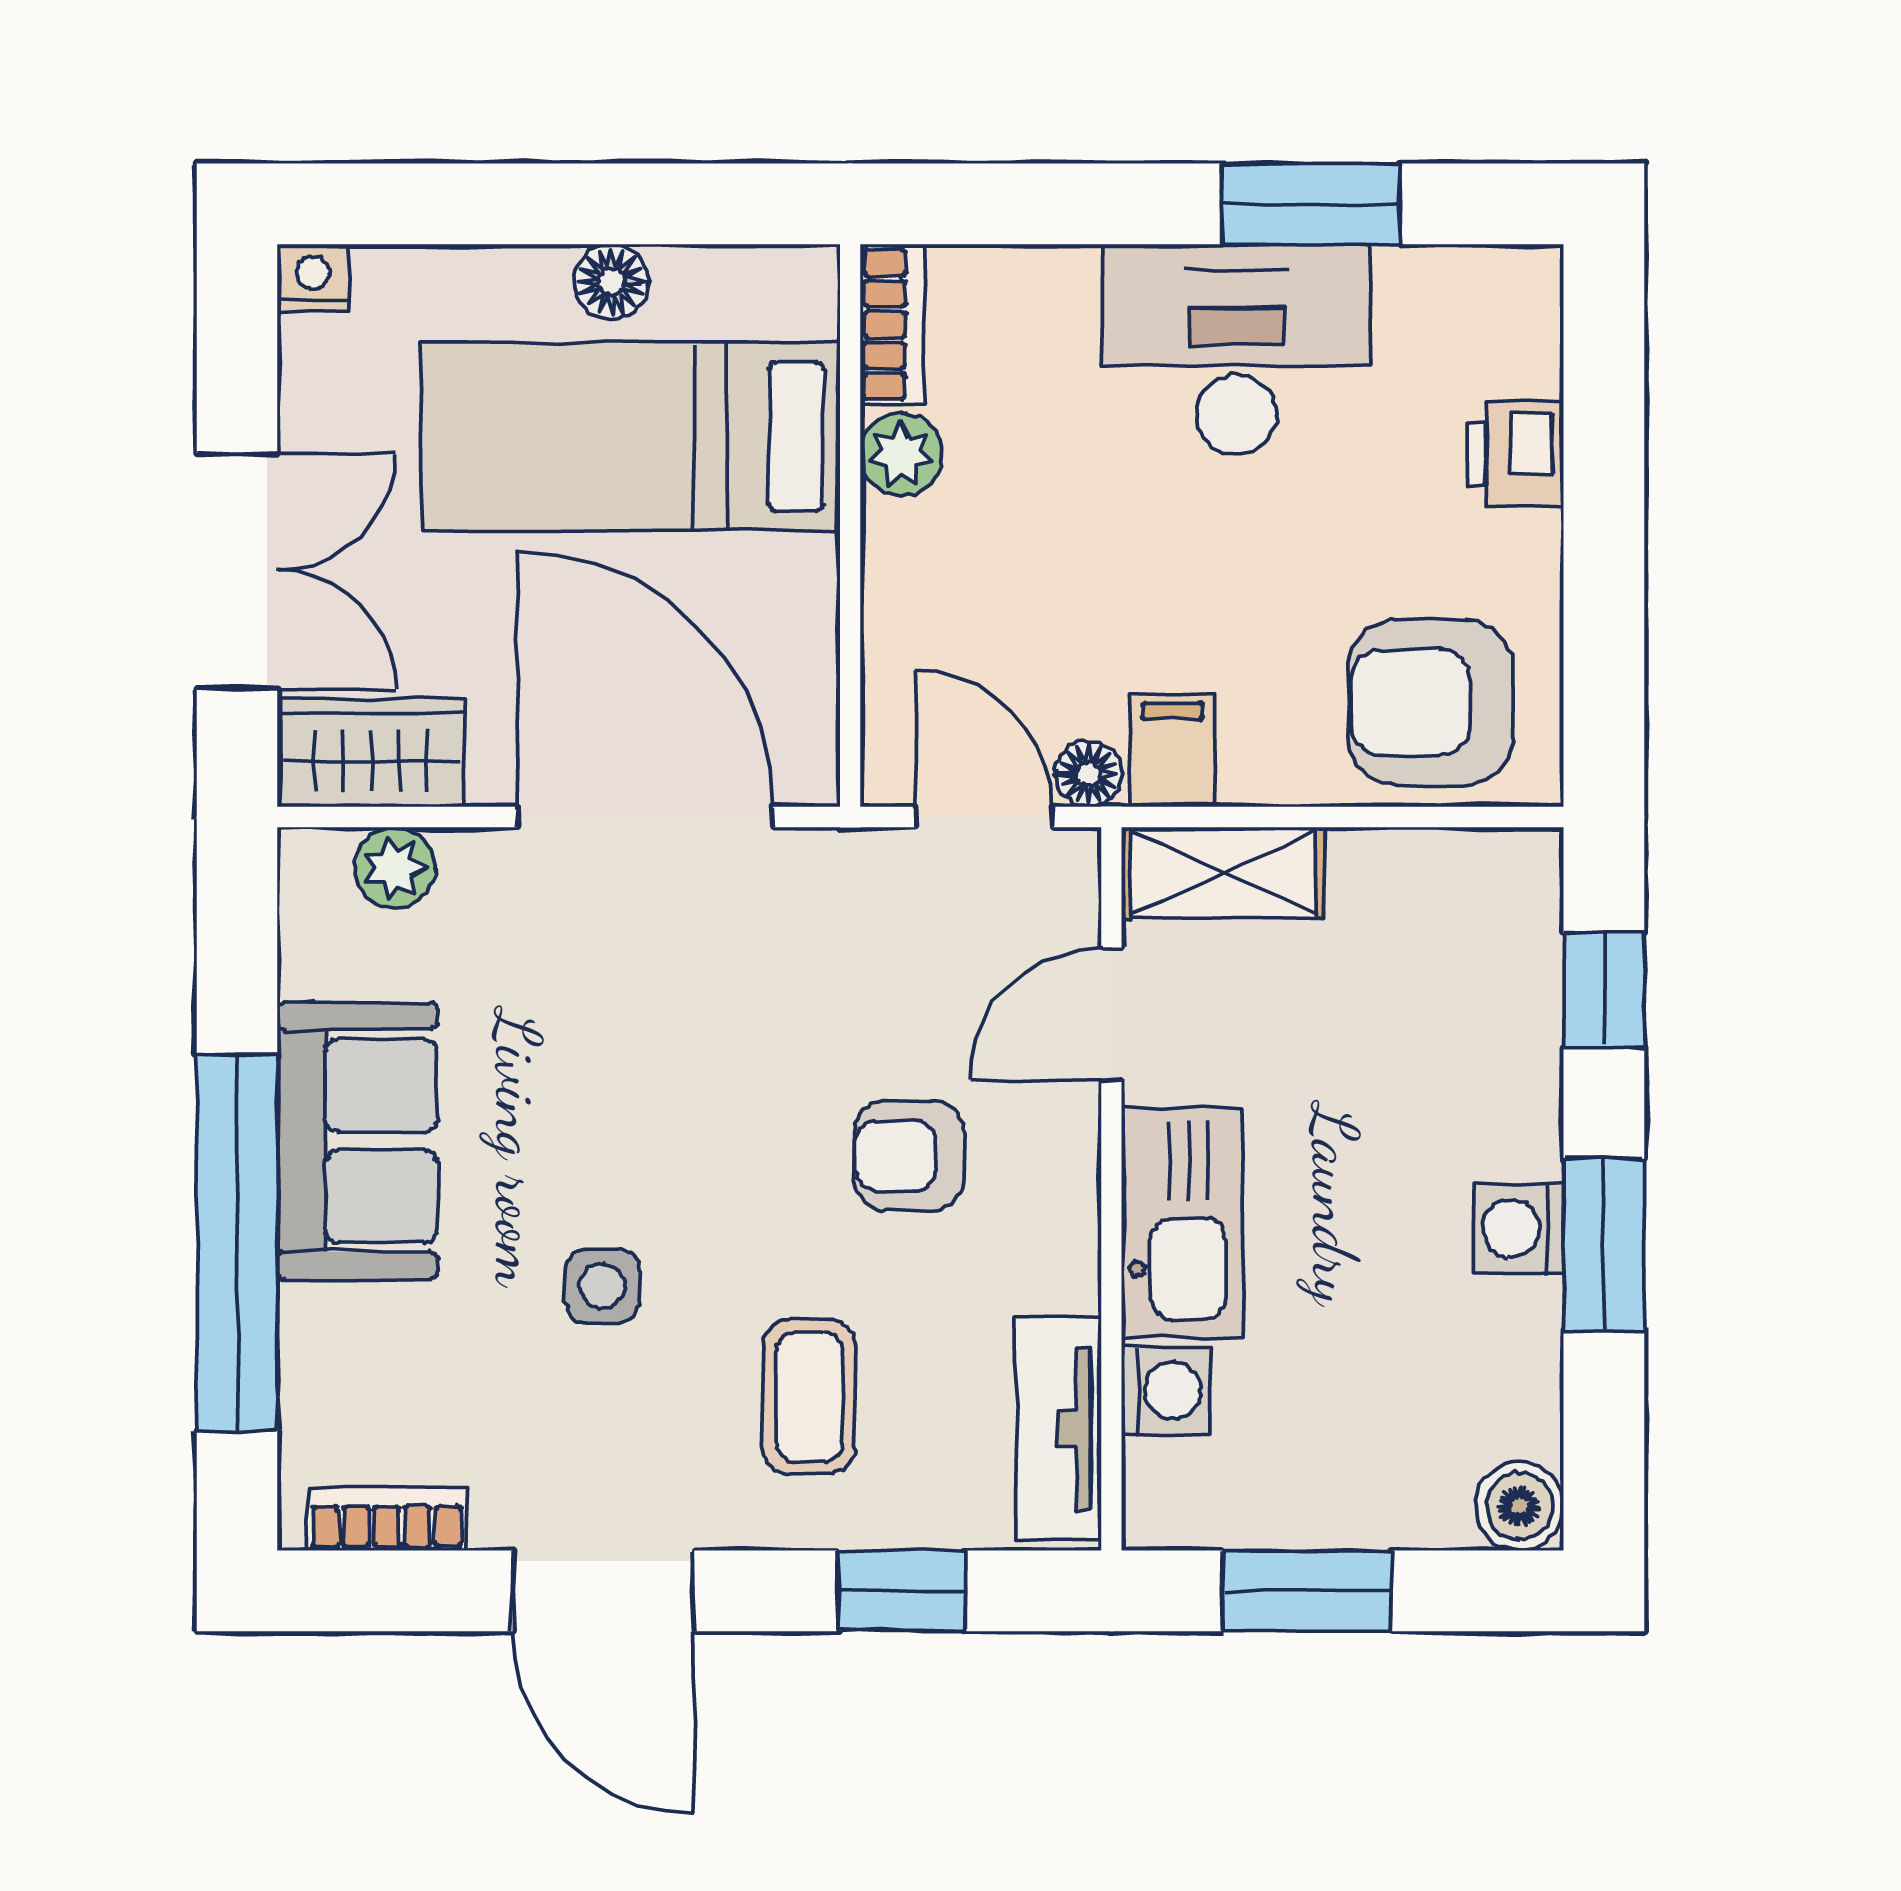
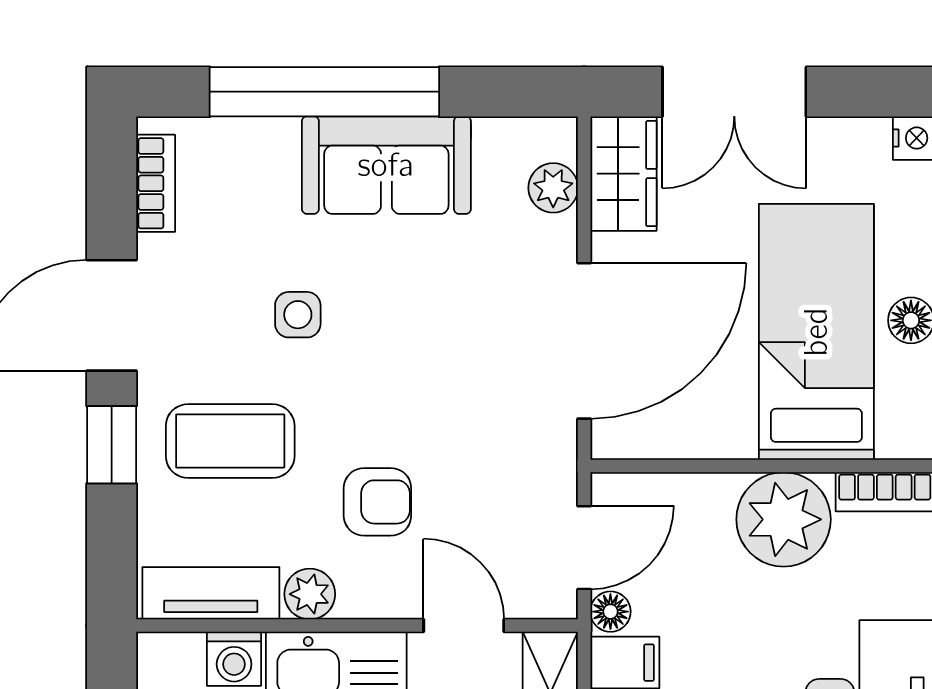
plant: (901, 454) -> (784, 519), width x1.87, depth x1.87
armchair: (909, 1156) -> (377, 502), turned 90
plant: (1060, 1266) -> (310, 594), added
coffee table: (809, 1397) -> (230, 441), width x1.36, depth x1.30
window: (902, 1591) -> (112, 445), moved

